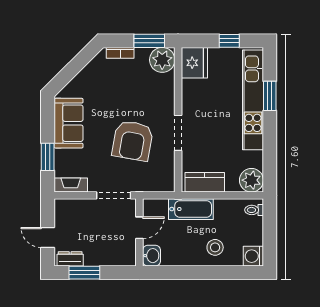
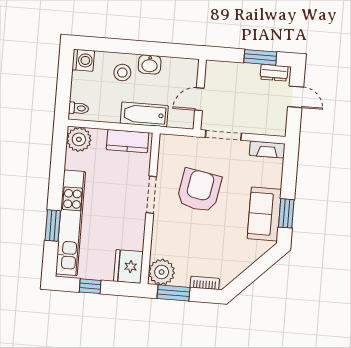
window: (48, 157) -> (286, 213), moved
washbasin: (152, 256) -> (150, 64), moved, turned -90

